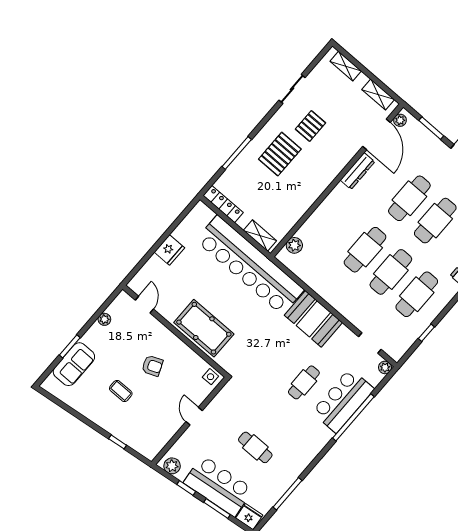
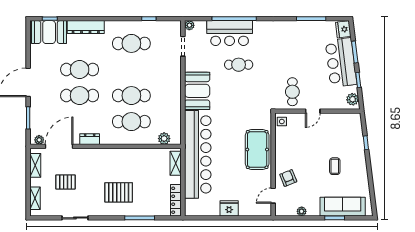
pallet: (310, 126) -> (66, 182), moved
dresser: (358, 171) -> (90, 139), width x0.70
cafe table: (391, 272) -> (131, 122), moved
sofa: (74, 364) -> (343, 207), width x1.36
armchair: (152, 366) -> (288, 178), moved
cafe table: (255, 447) -> (292, 92), moved

